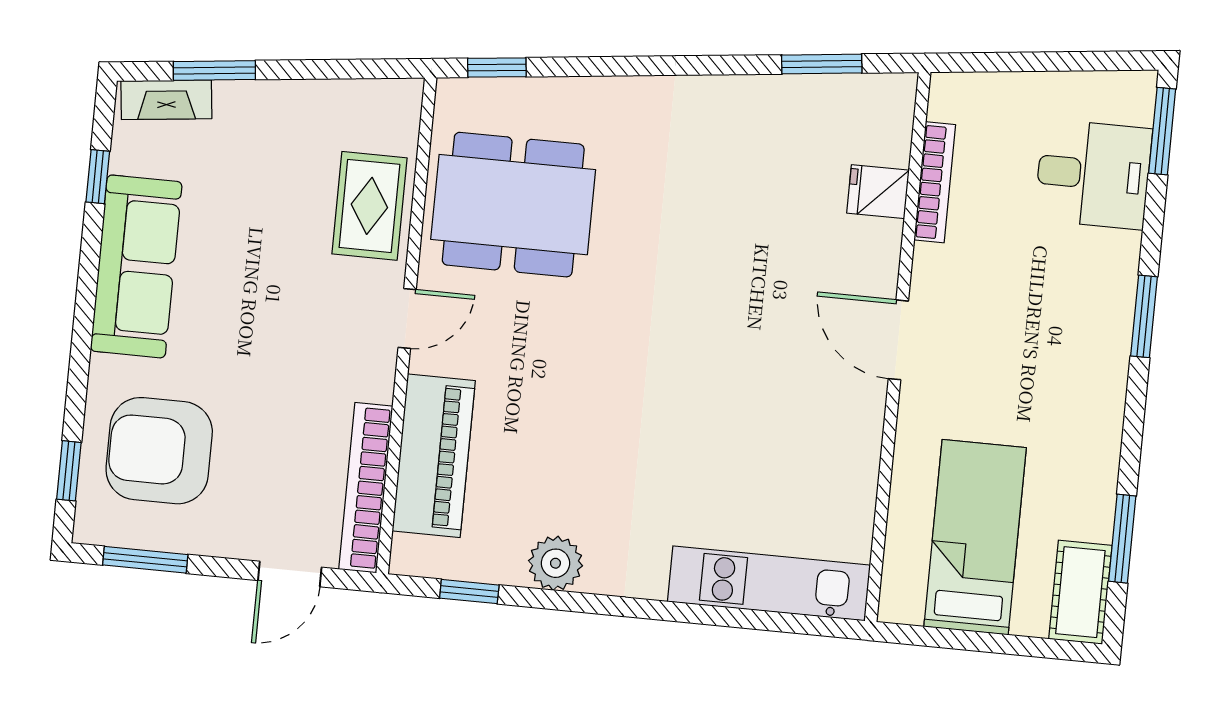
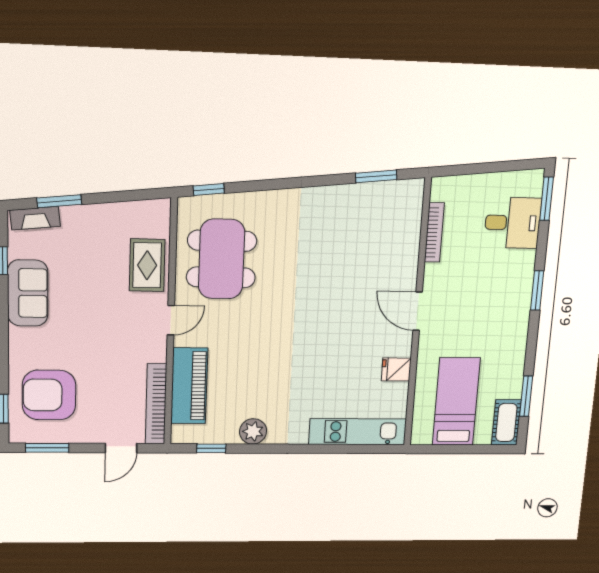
fridge: (878, 192) -> (396, 369), moved
dining table: (513, 205) -> (221, 259), turned 90
sofa: (136, 266) -> (28, 293), width x0.73

